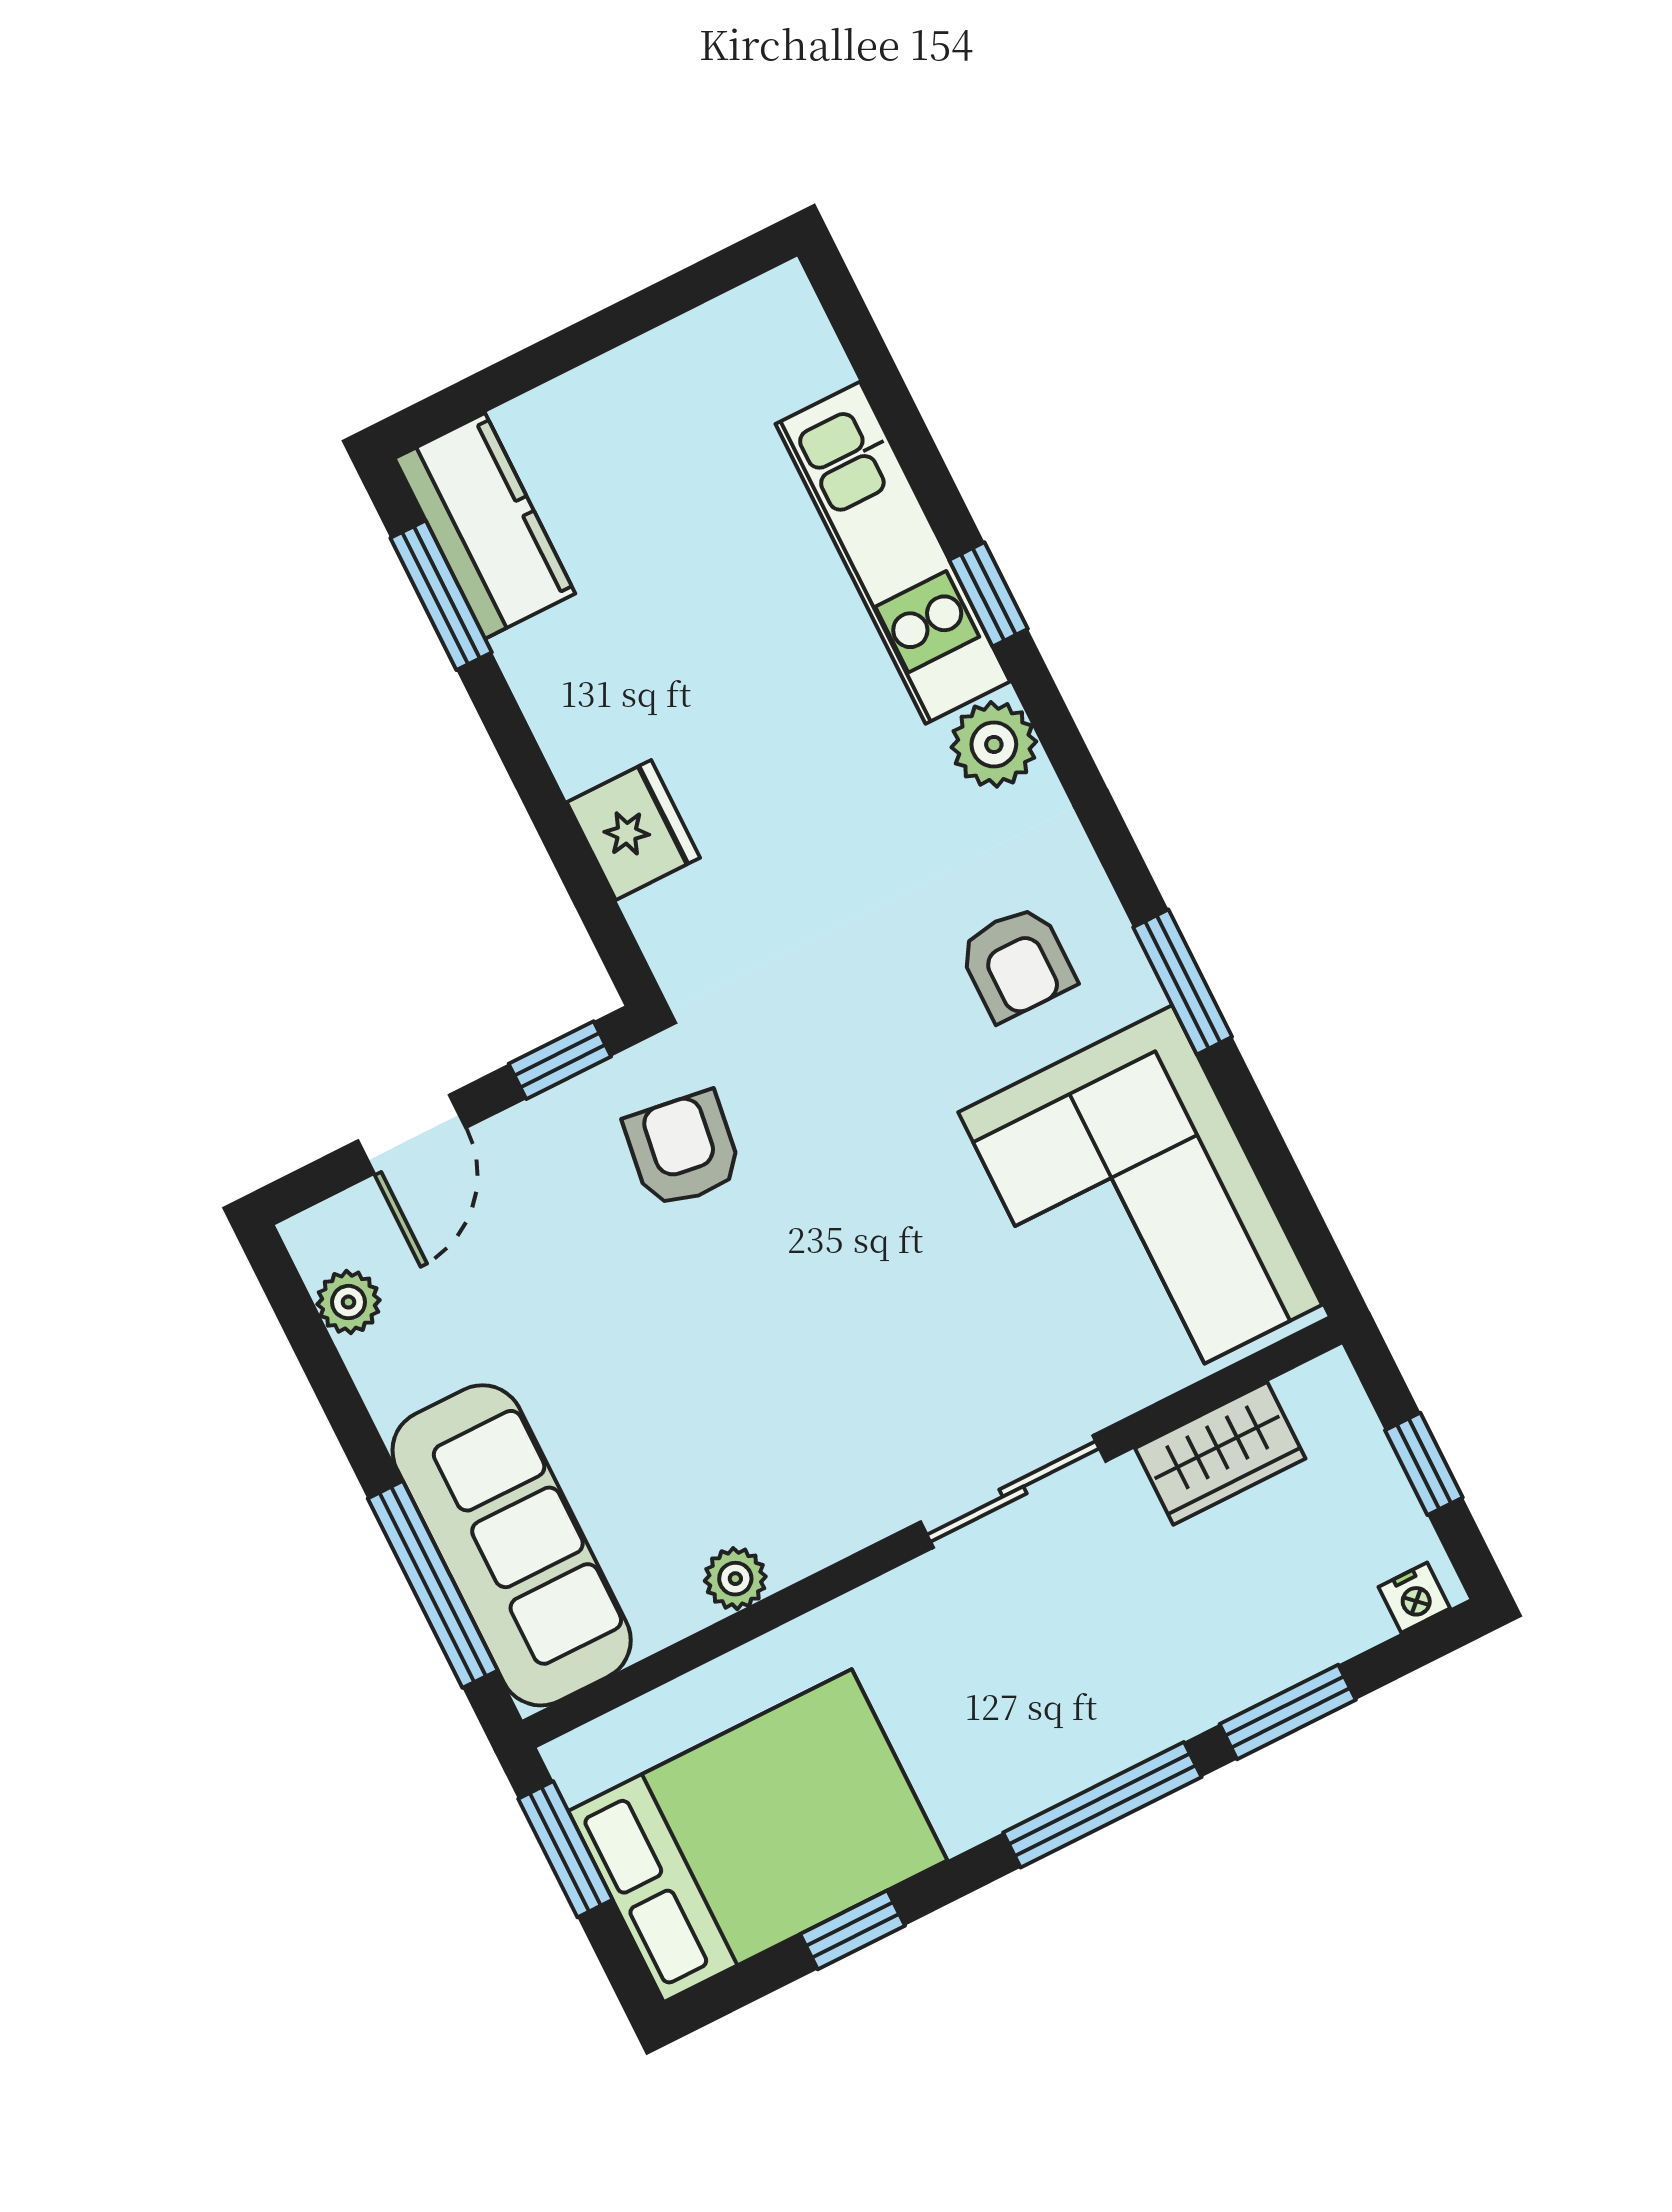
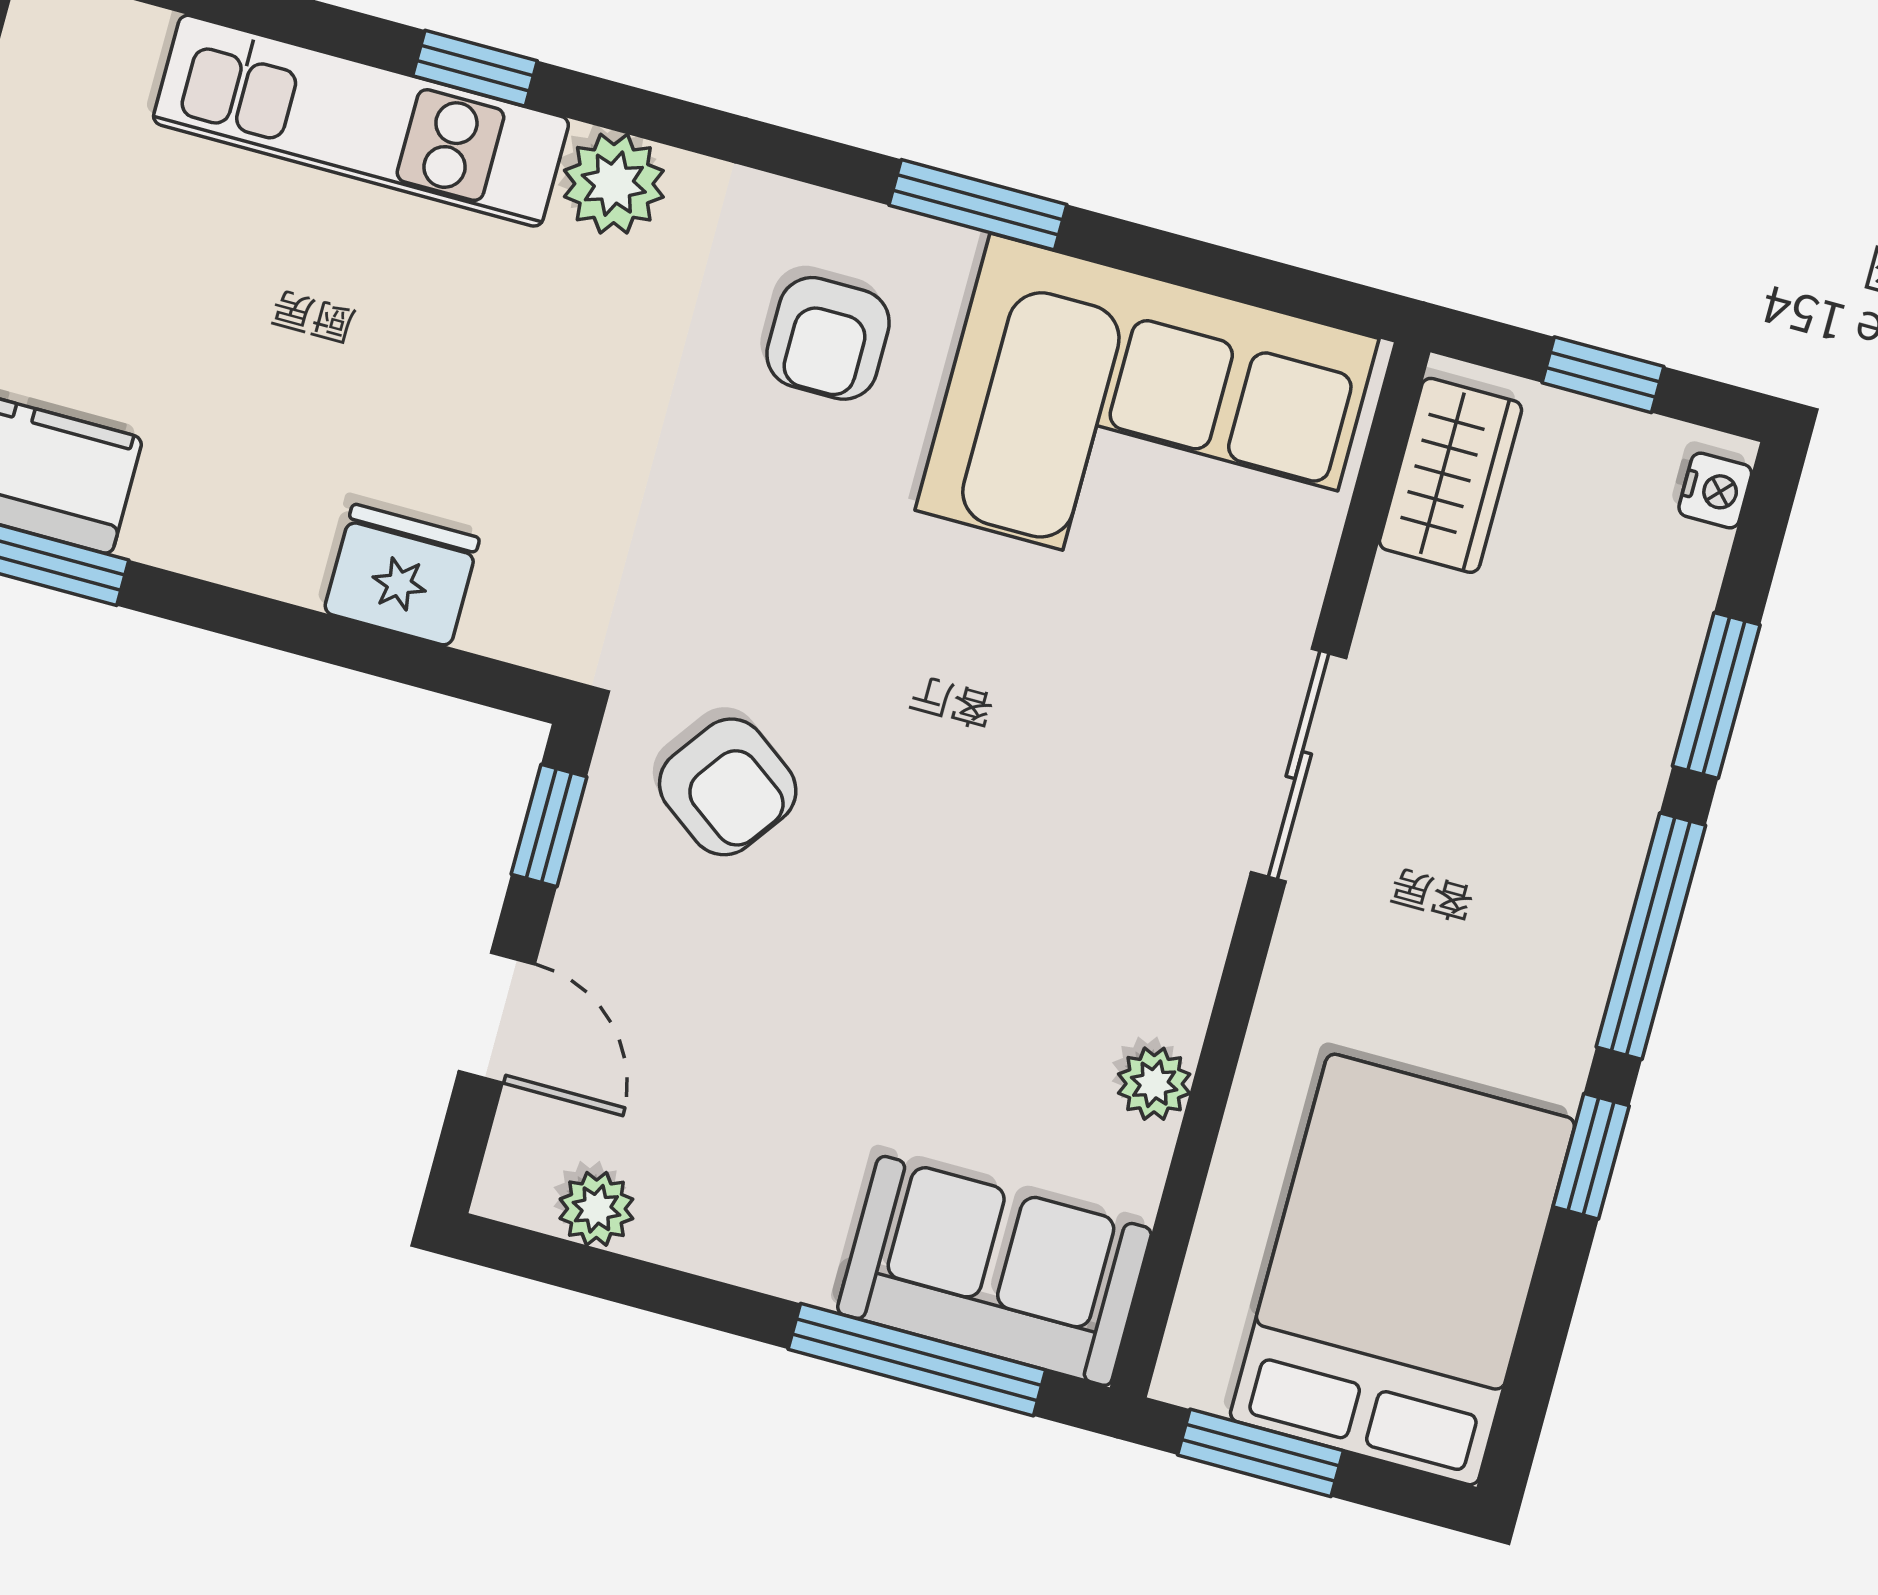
armchair: (1017, 963) -> (828, 338), turned 90
armchair: (683, 1150) -> (728, 787), turned -152
wardrobe: (1220, 1453) -> (1451, 475), moved
sofa: (512, 1545) -> (994, 1271), width x0.73
window: (853, 1930) -> (1591, 1156), moved

